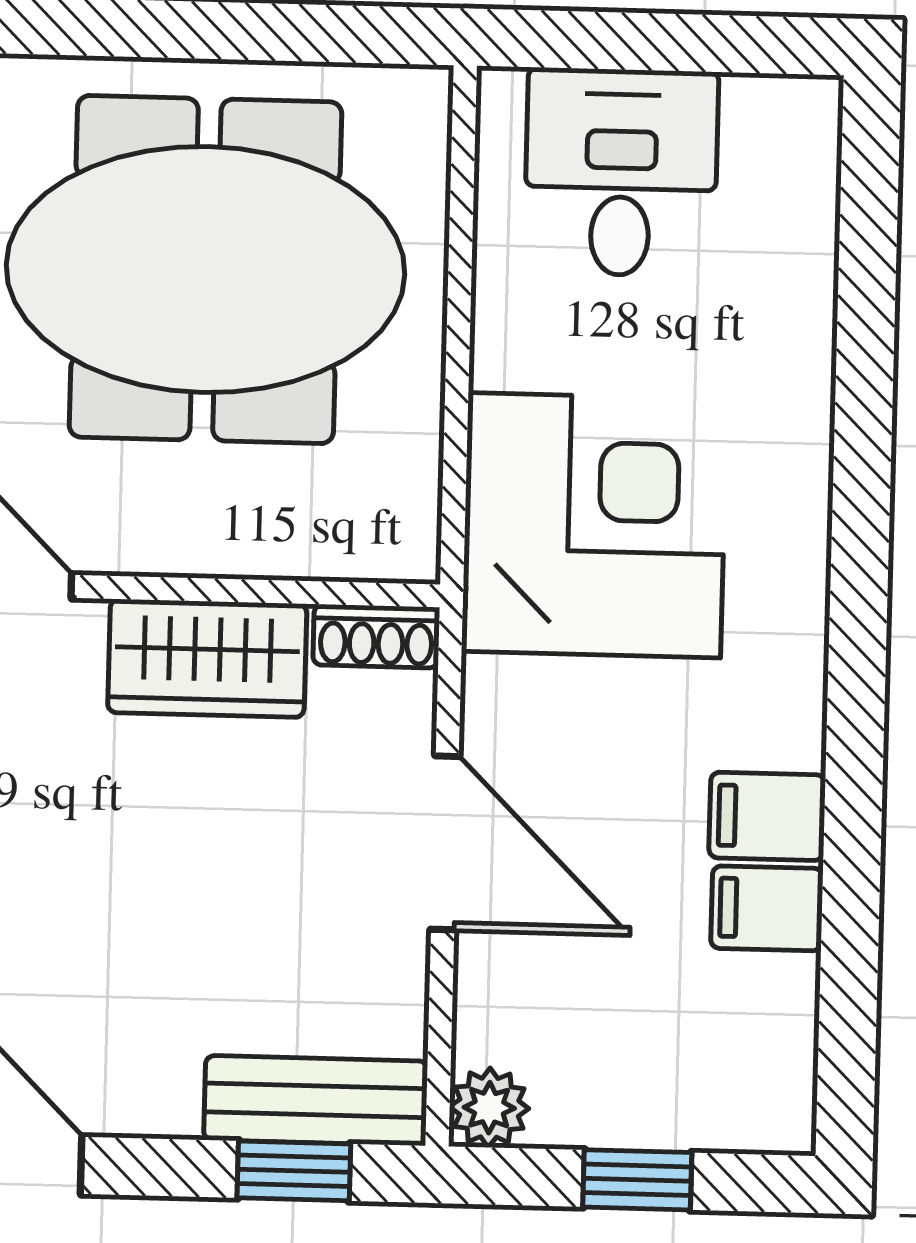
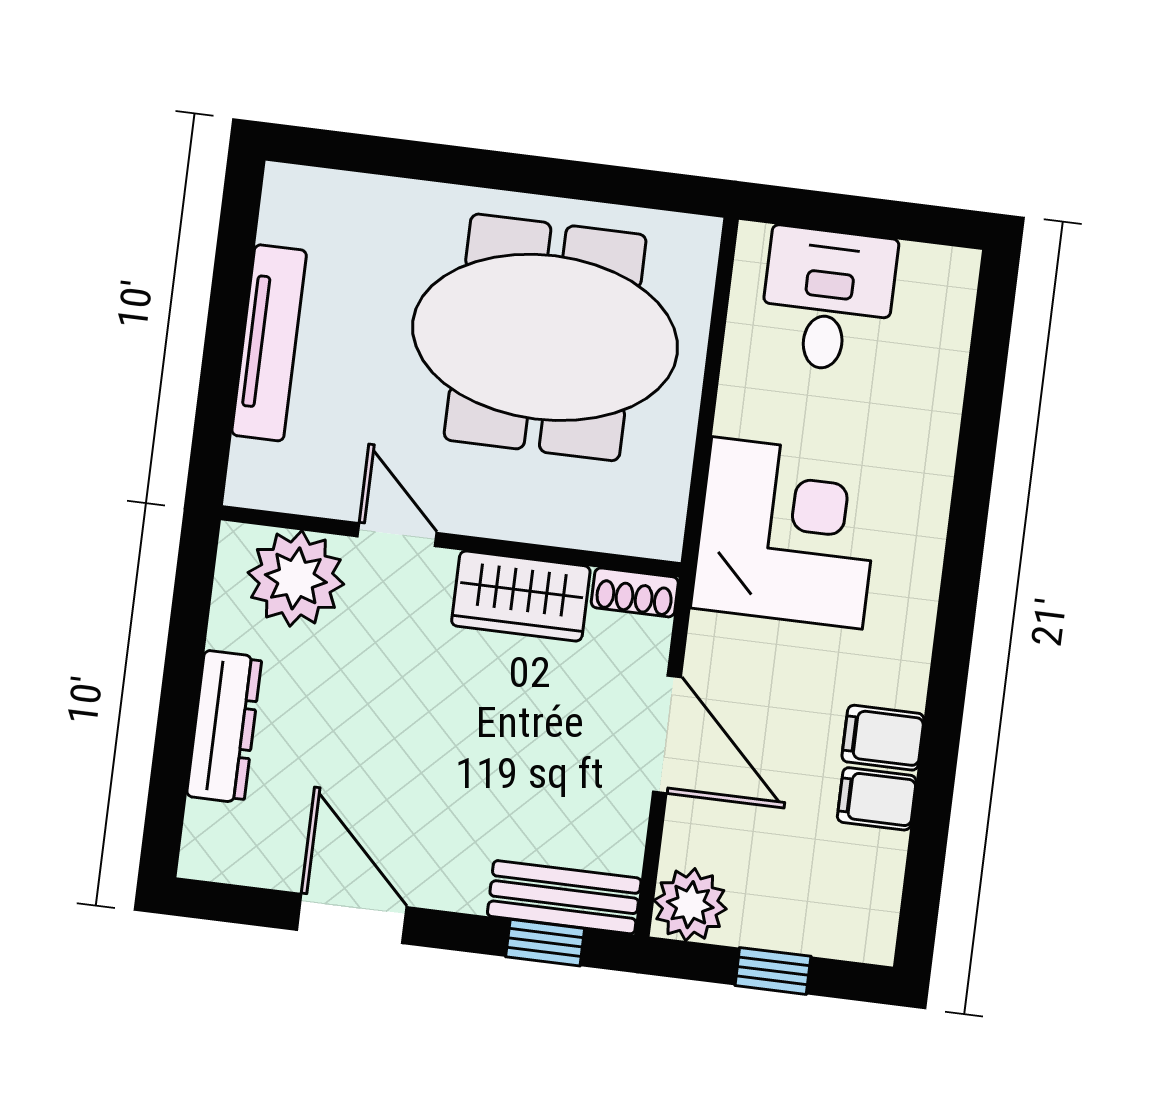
plant: (489, 1108) -> (690, 905), width x1.38, depth x1.38

